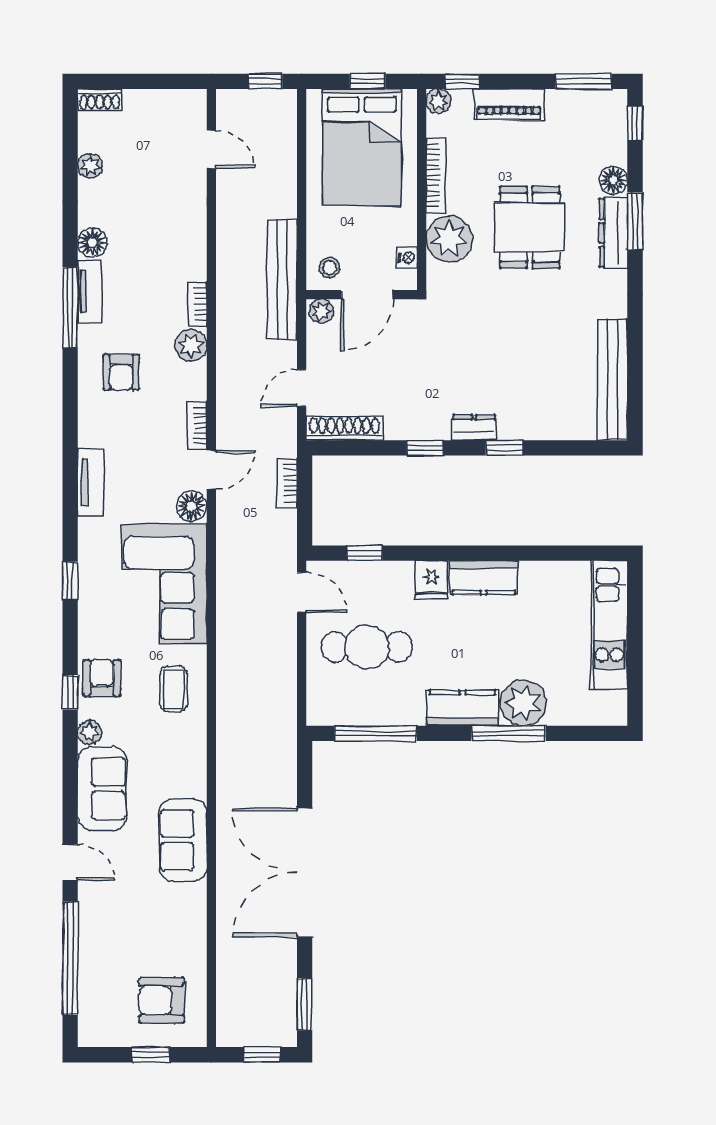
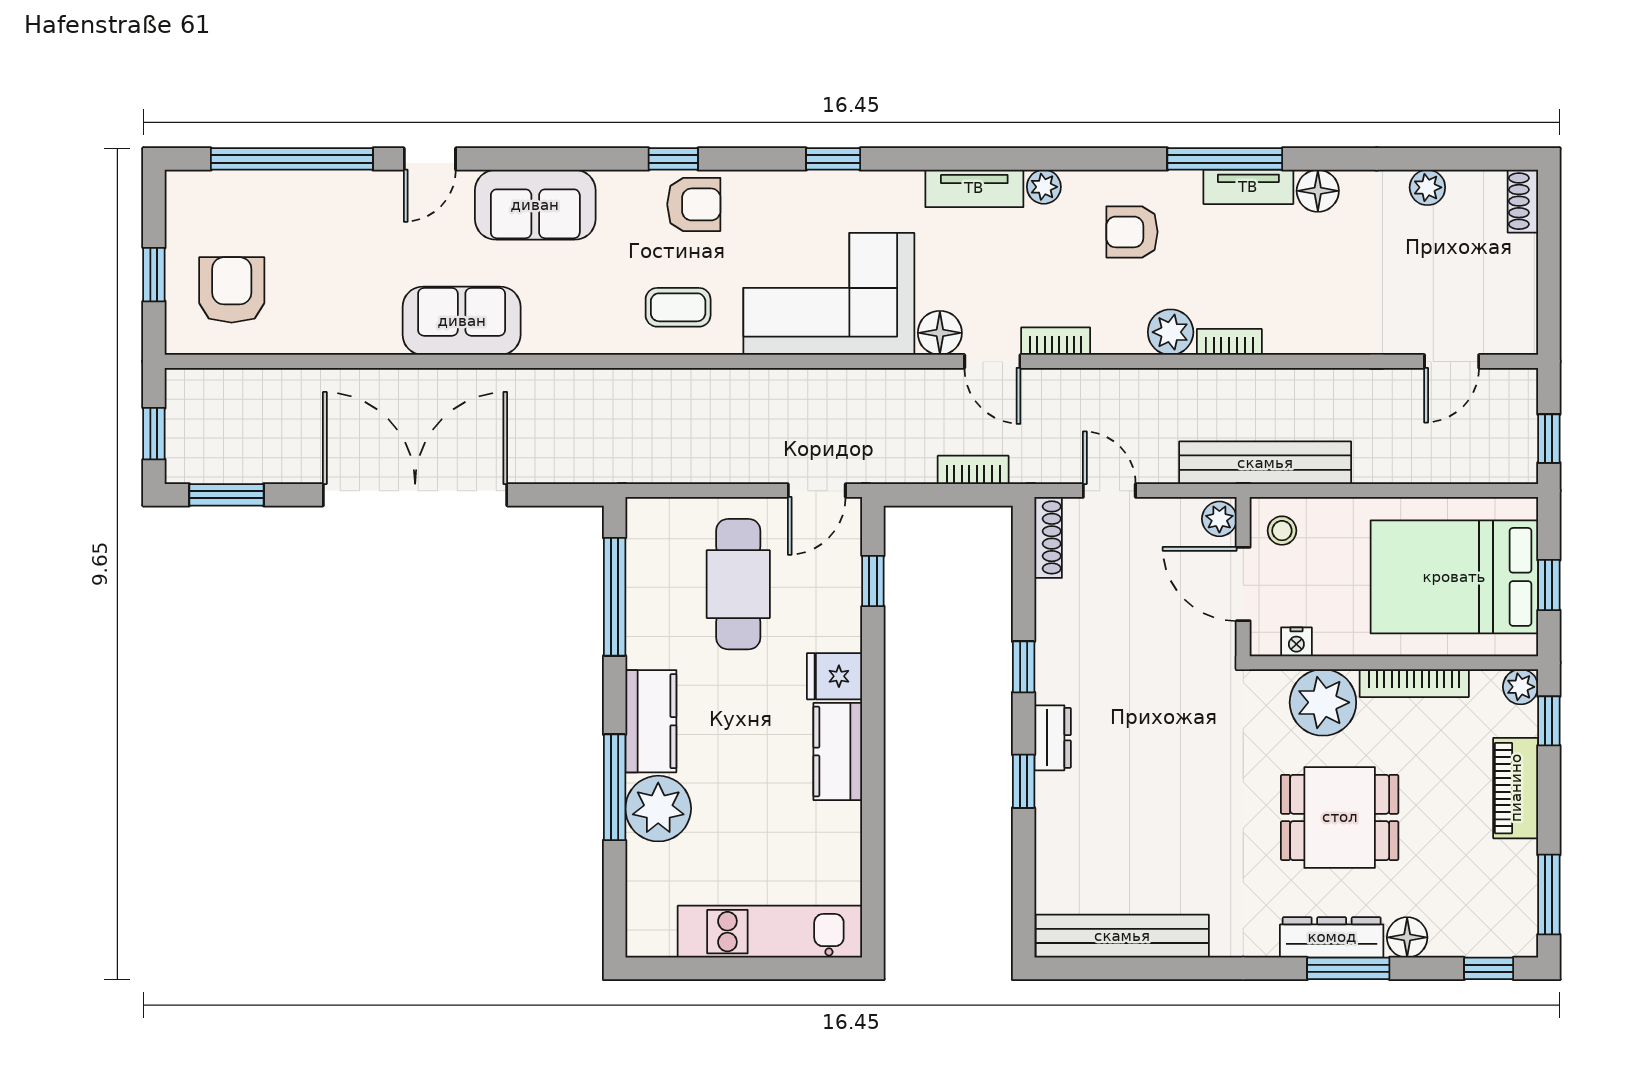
shoe rack: (344, 428) -> (1048, 537), width x0.74, depth x0.81
plant: (90, 732) -> (1044, 187), moved

